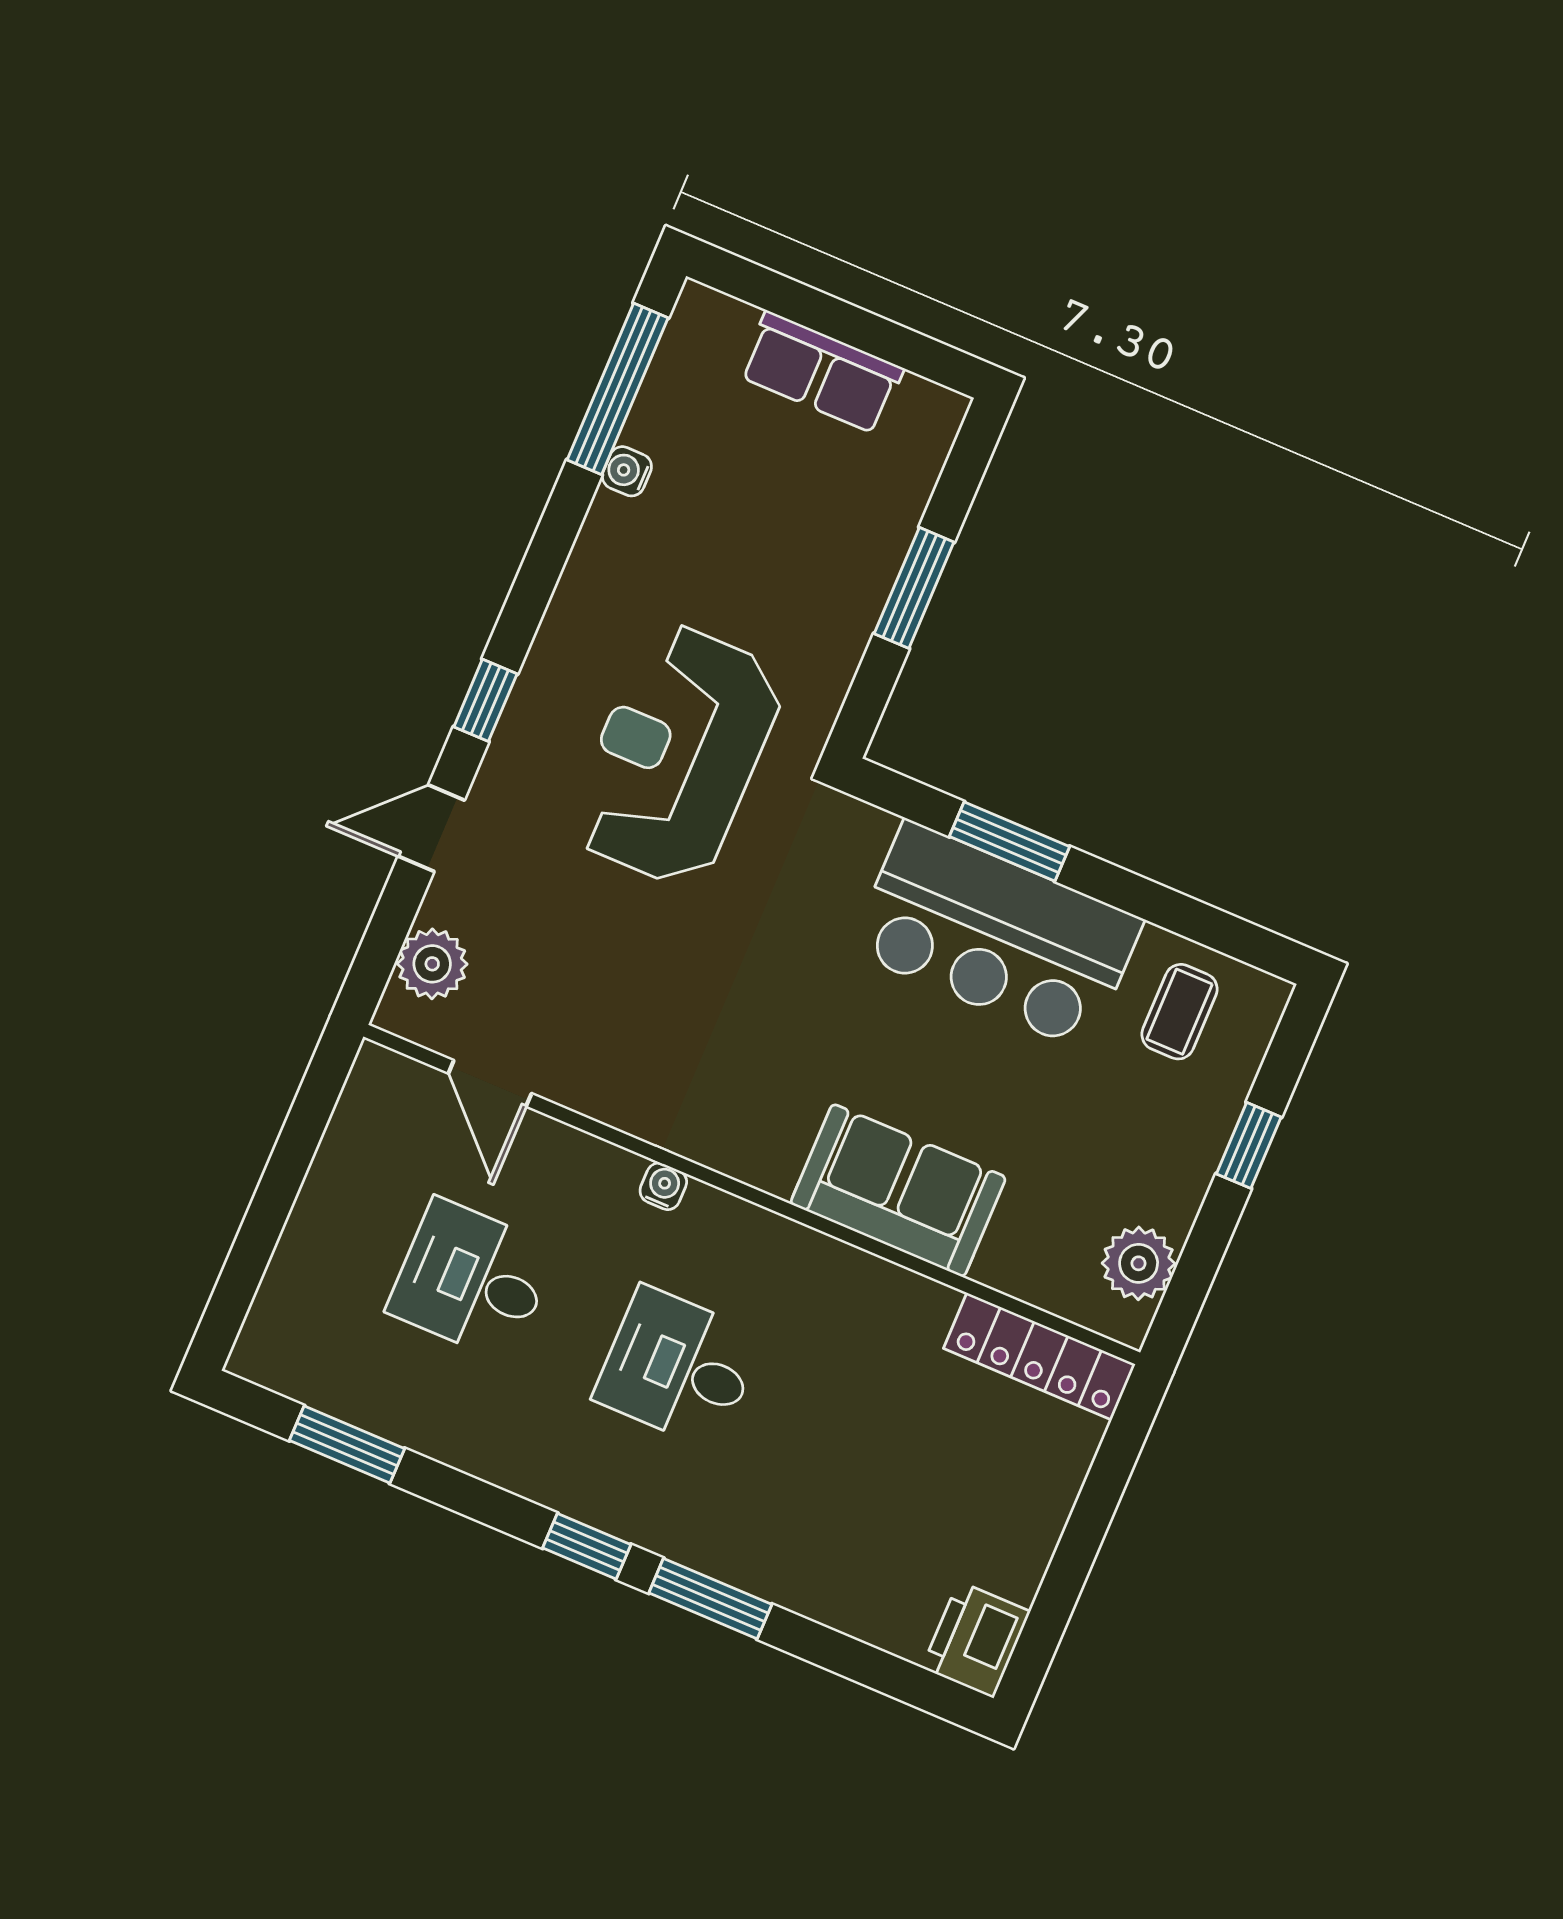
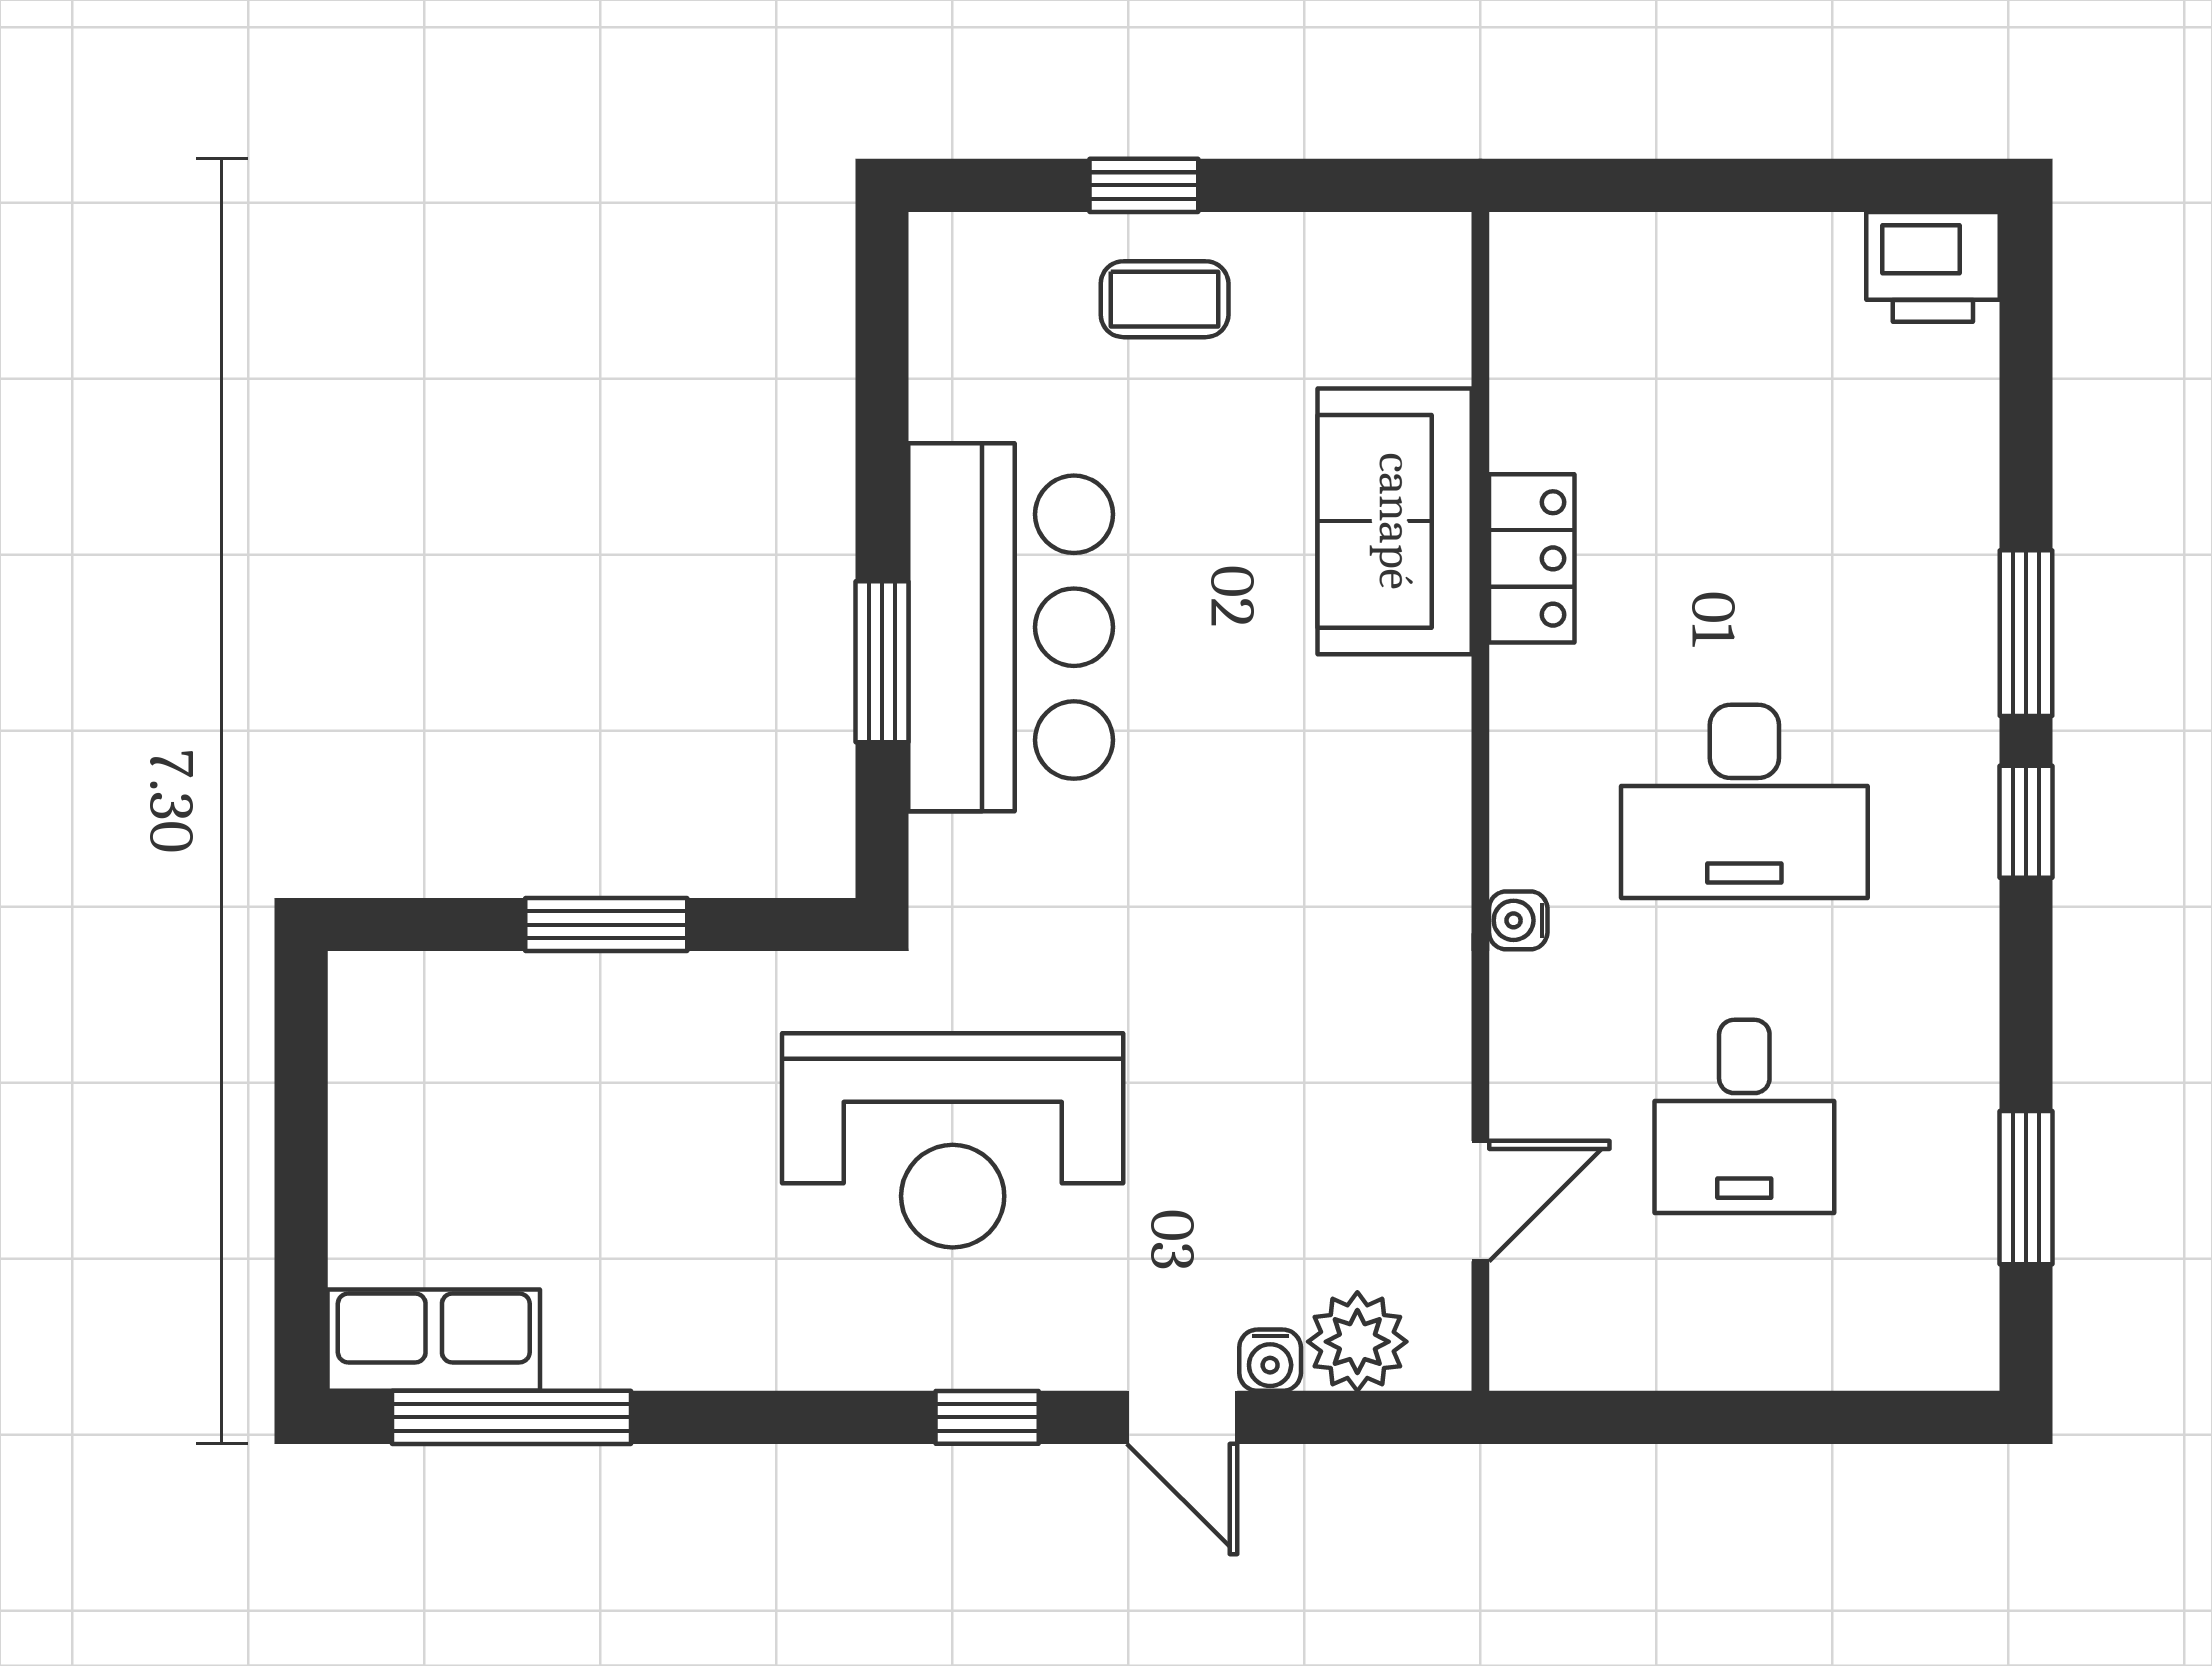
row of seats: (821, 372) -> (434, 1340), moved, turned -90
water cooler: (627, 471) -> (1270, 1360), moved
coffee table: (1179, 1012) -> (1165, 299), moved
sofa: (898, 1190) -> (1395, 521), moved
plant: (1139, 1263) -> (1357, 263), removed
locker: (1039, 1356) -> (1532, 558), moved, width x0.66
desk: (678, 1367) -> (1744, 801), width x1.37

